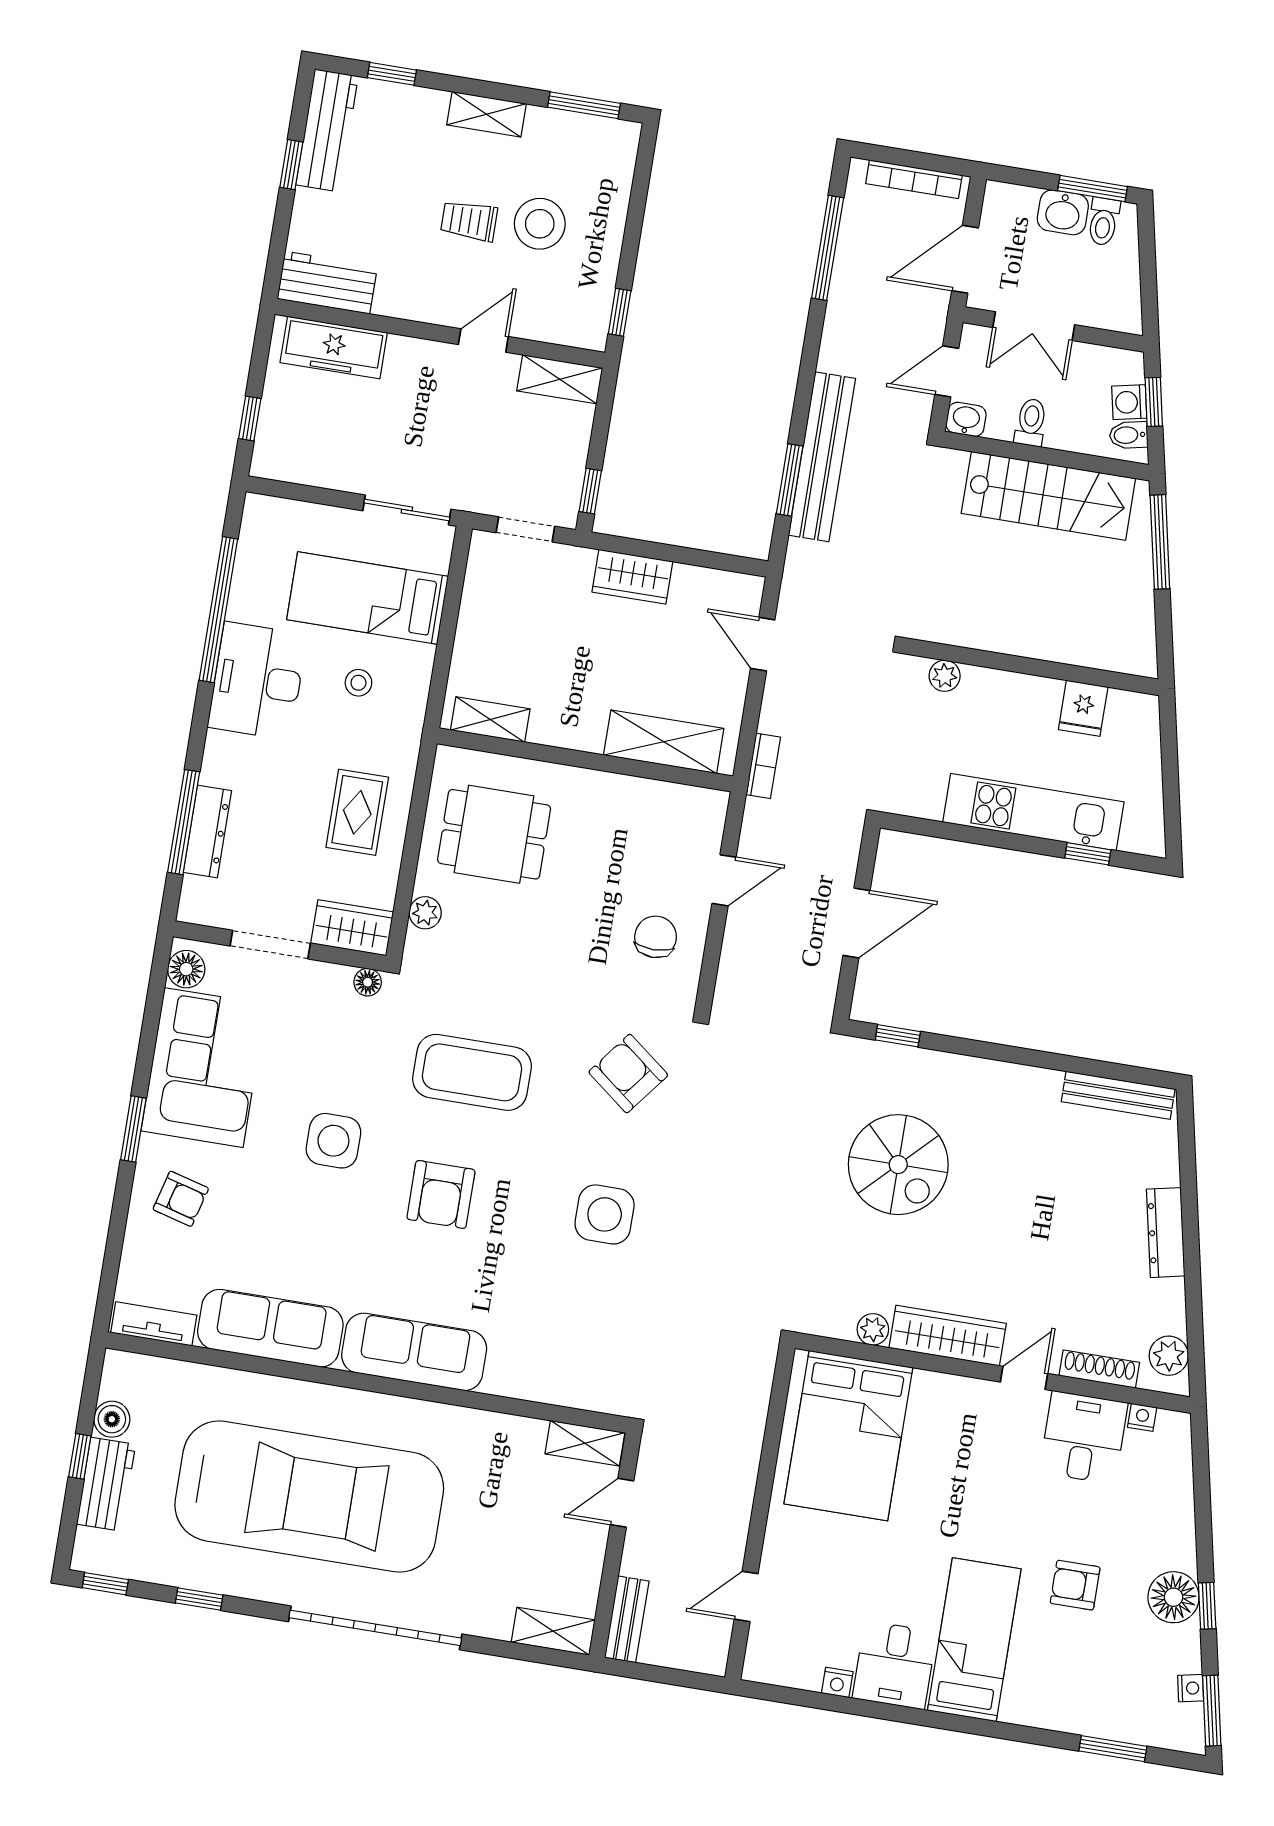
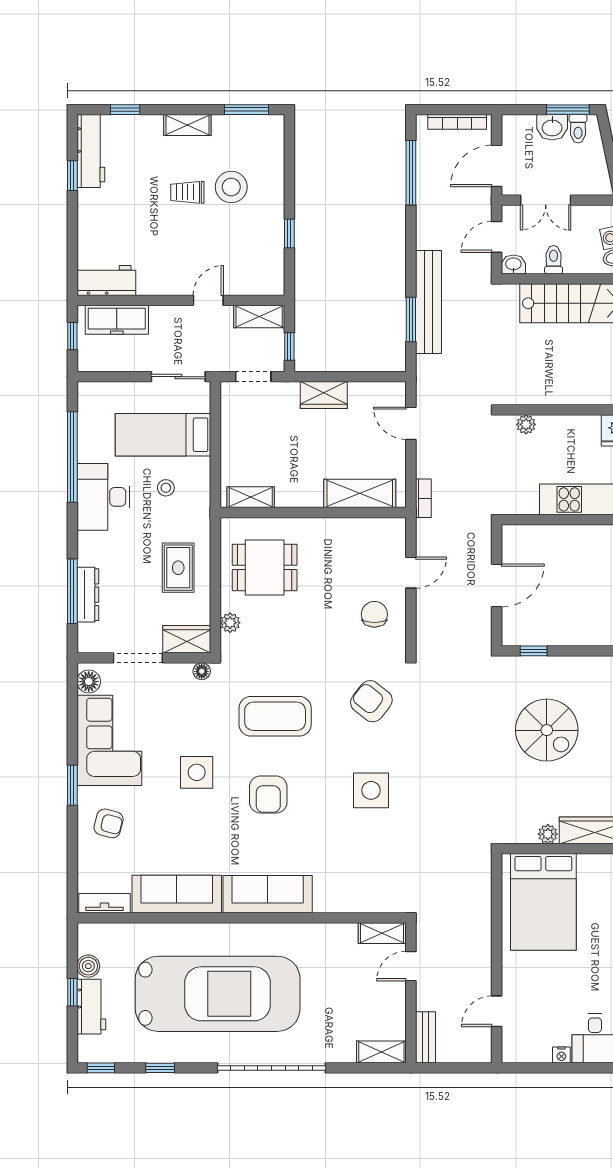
workbench: (327, 283) -> (106, 280), moved
wall: (440, 333) -> (181, 300), moved
door: (483, 341) -> (208, 300), moved
freezer: (334, 348) -> (117, 320), moved
shelving: (560, 379) -> (259, 316), moved

